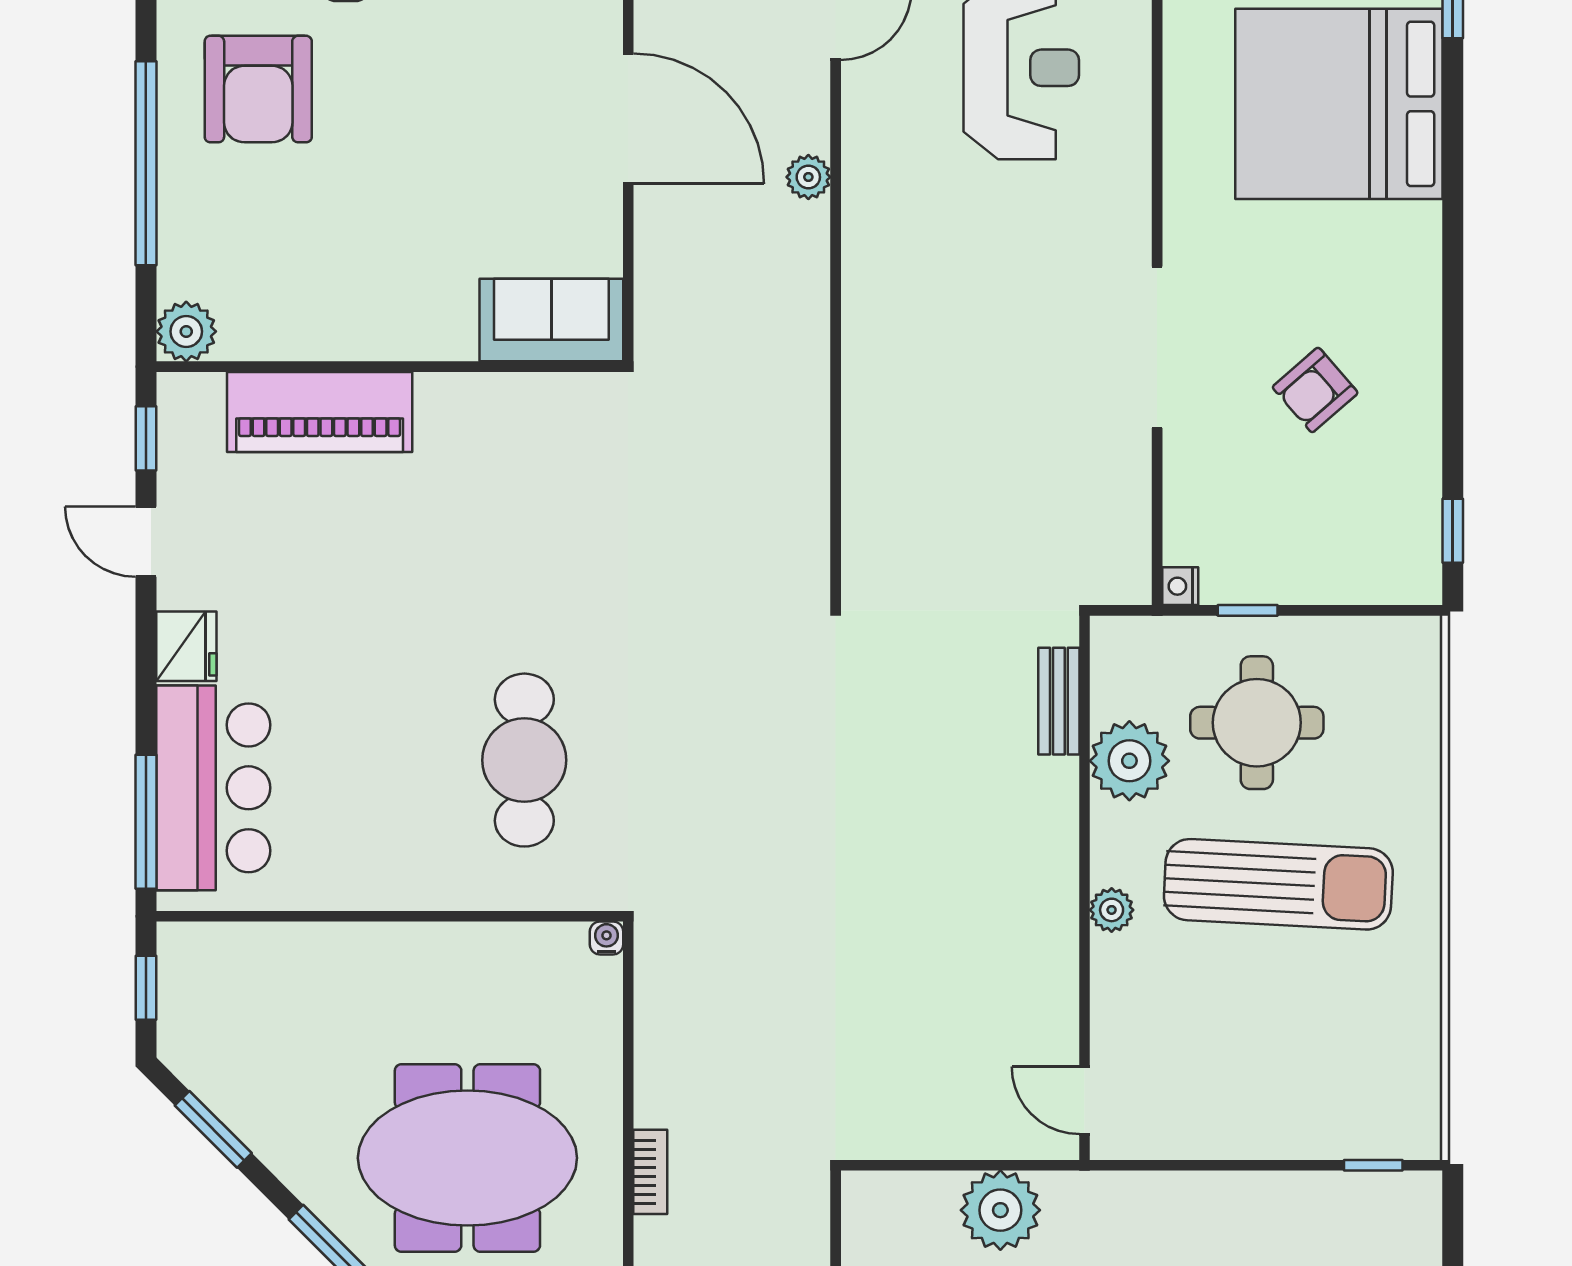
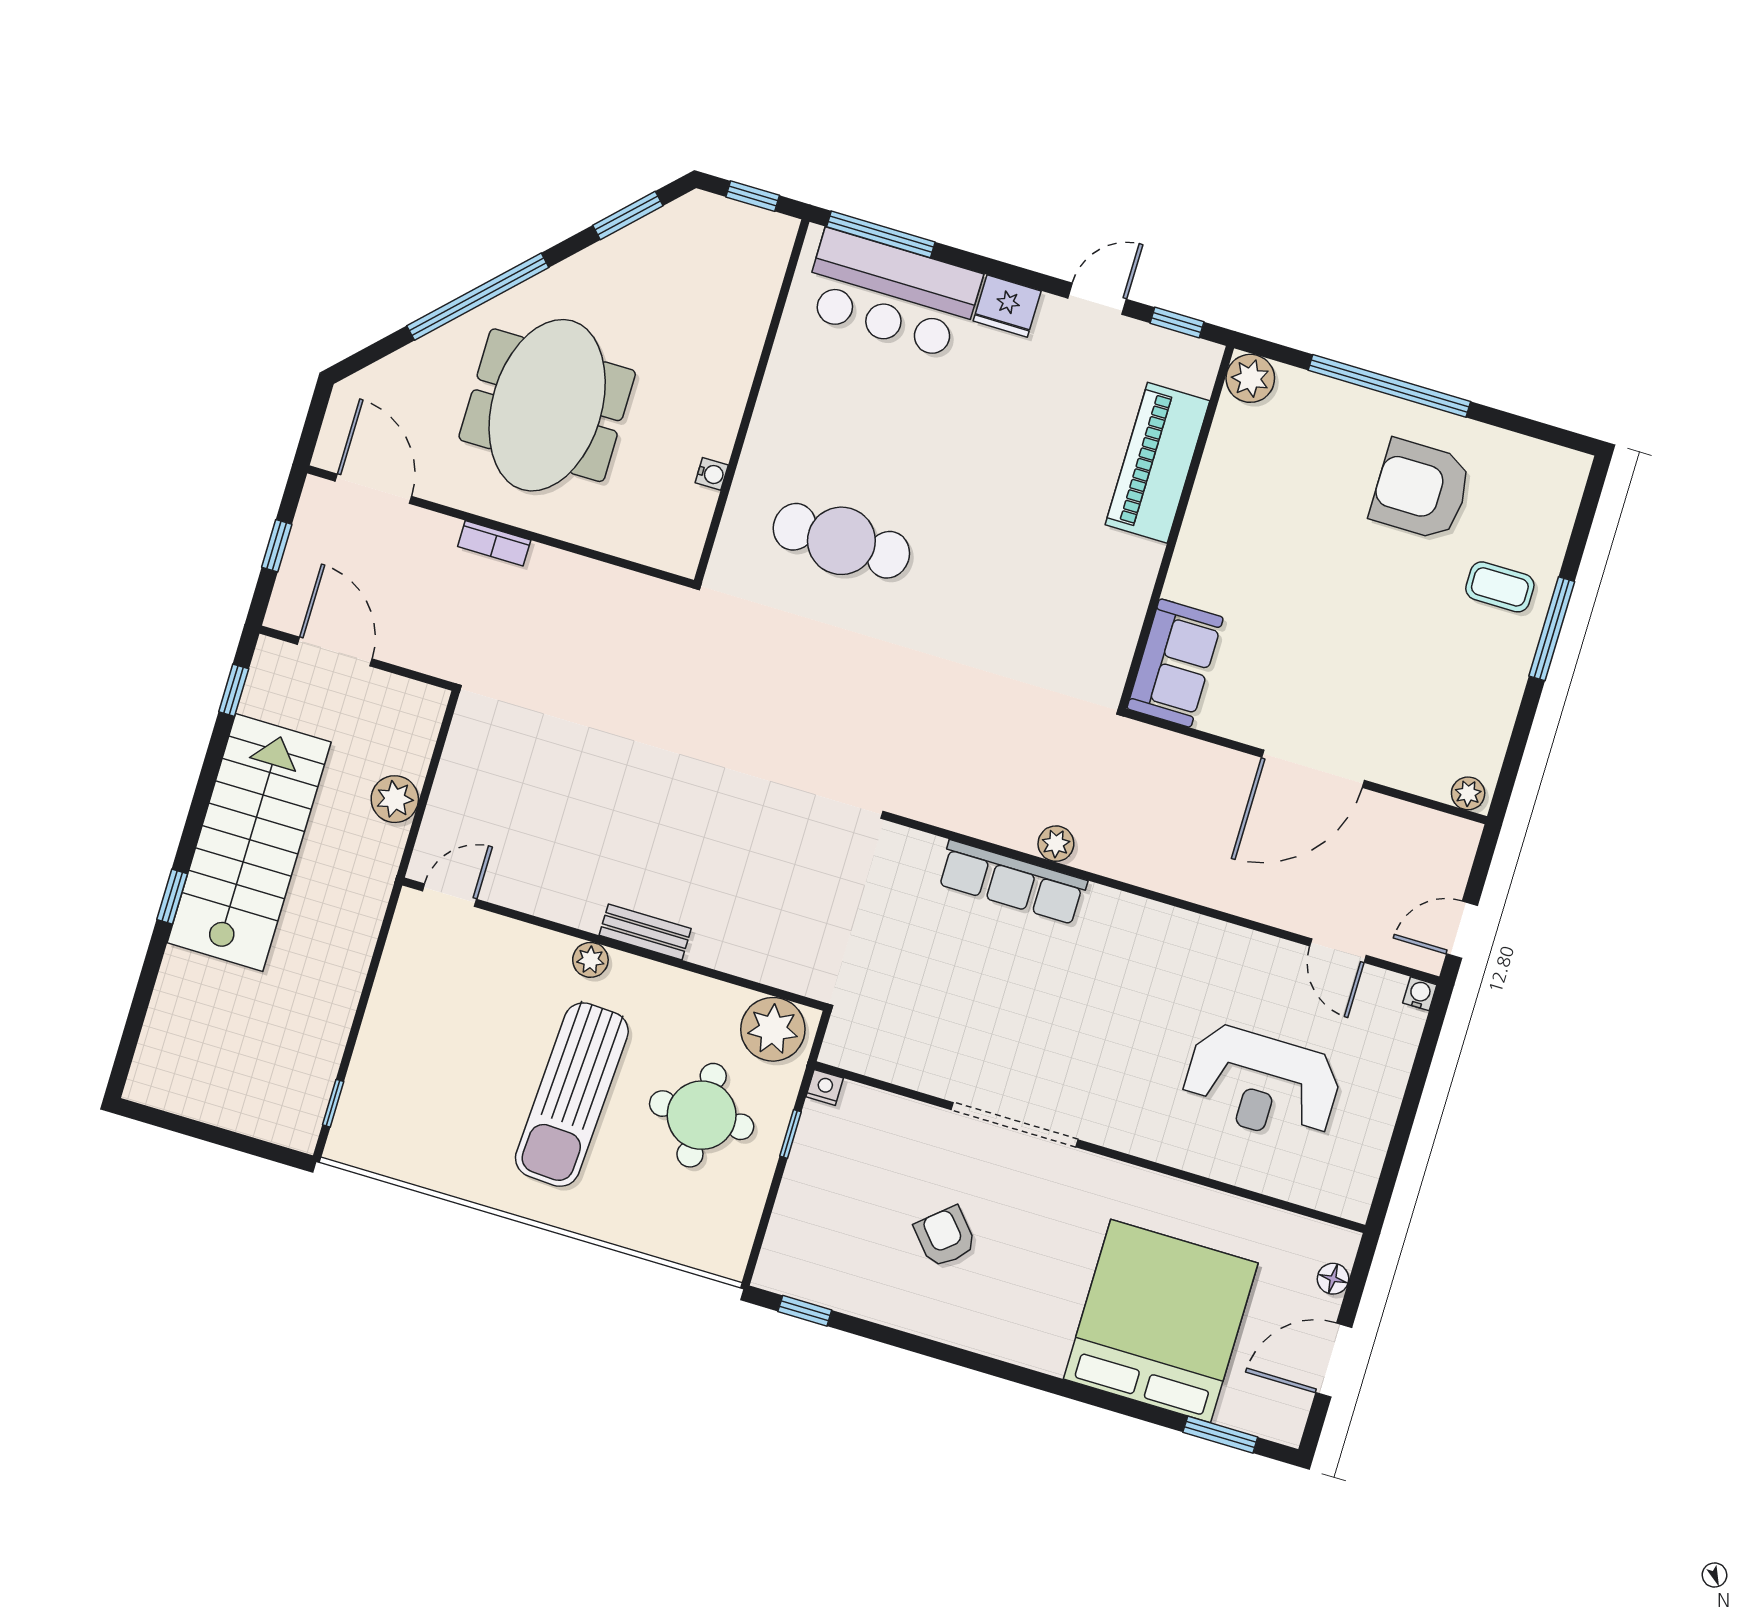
plant: (808, 177) -> (1056, 844), moved
row of seats: (870, 436) -> (1012, 882), added
bench: (1059, 701) -> (645, 932), moved
plant: (1129, 761) -> (773, 1029), moved
water cooler: (606, 938) -> (712, 474), moved
plant: (1000, 1210) -> (395, 799), width x0.73, depth x0.73

